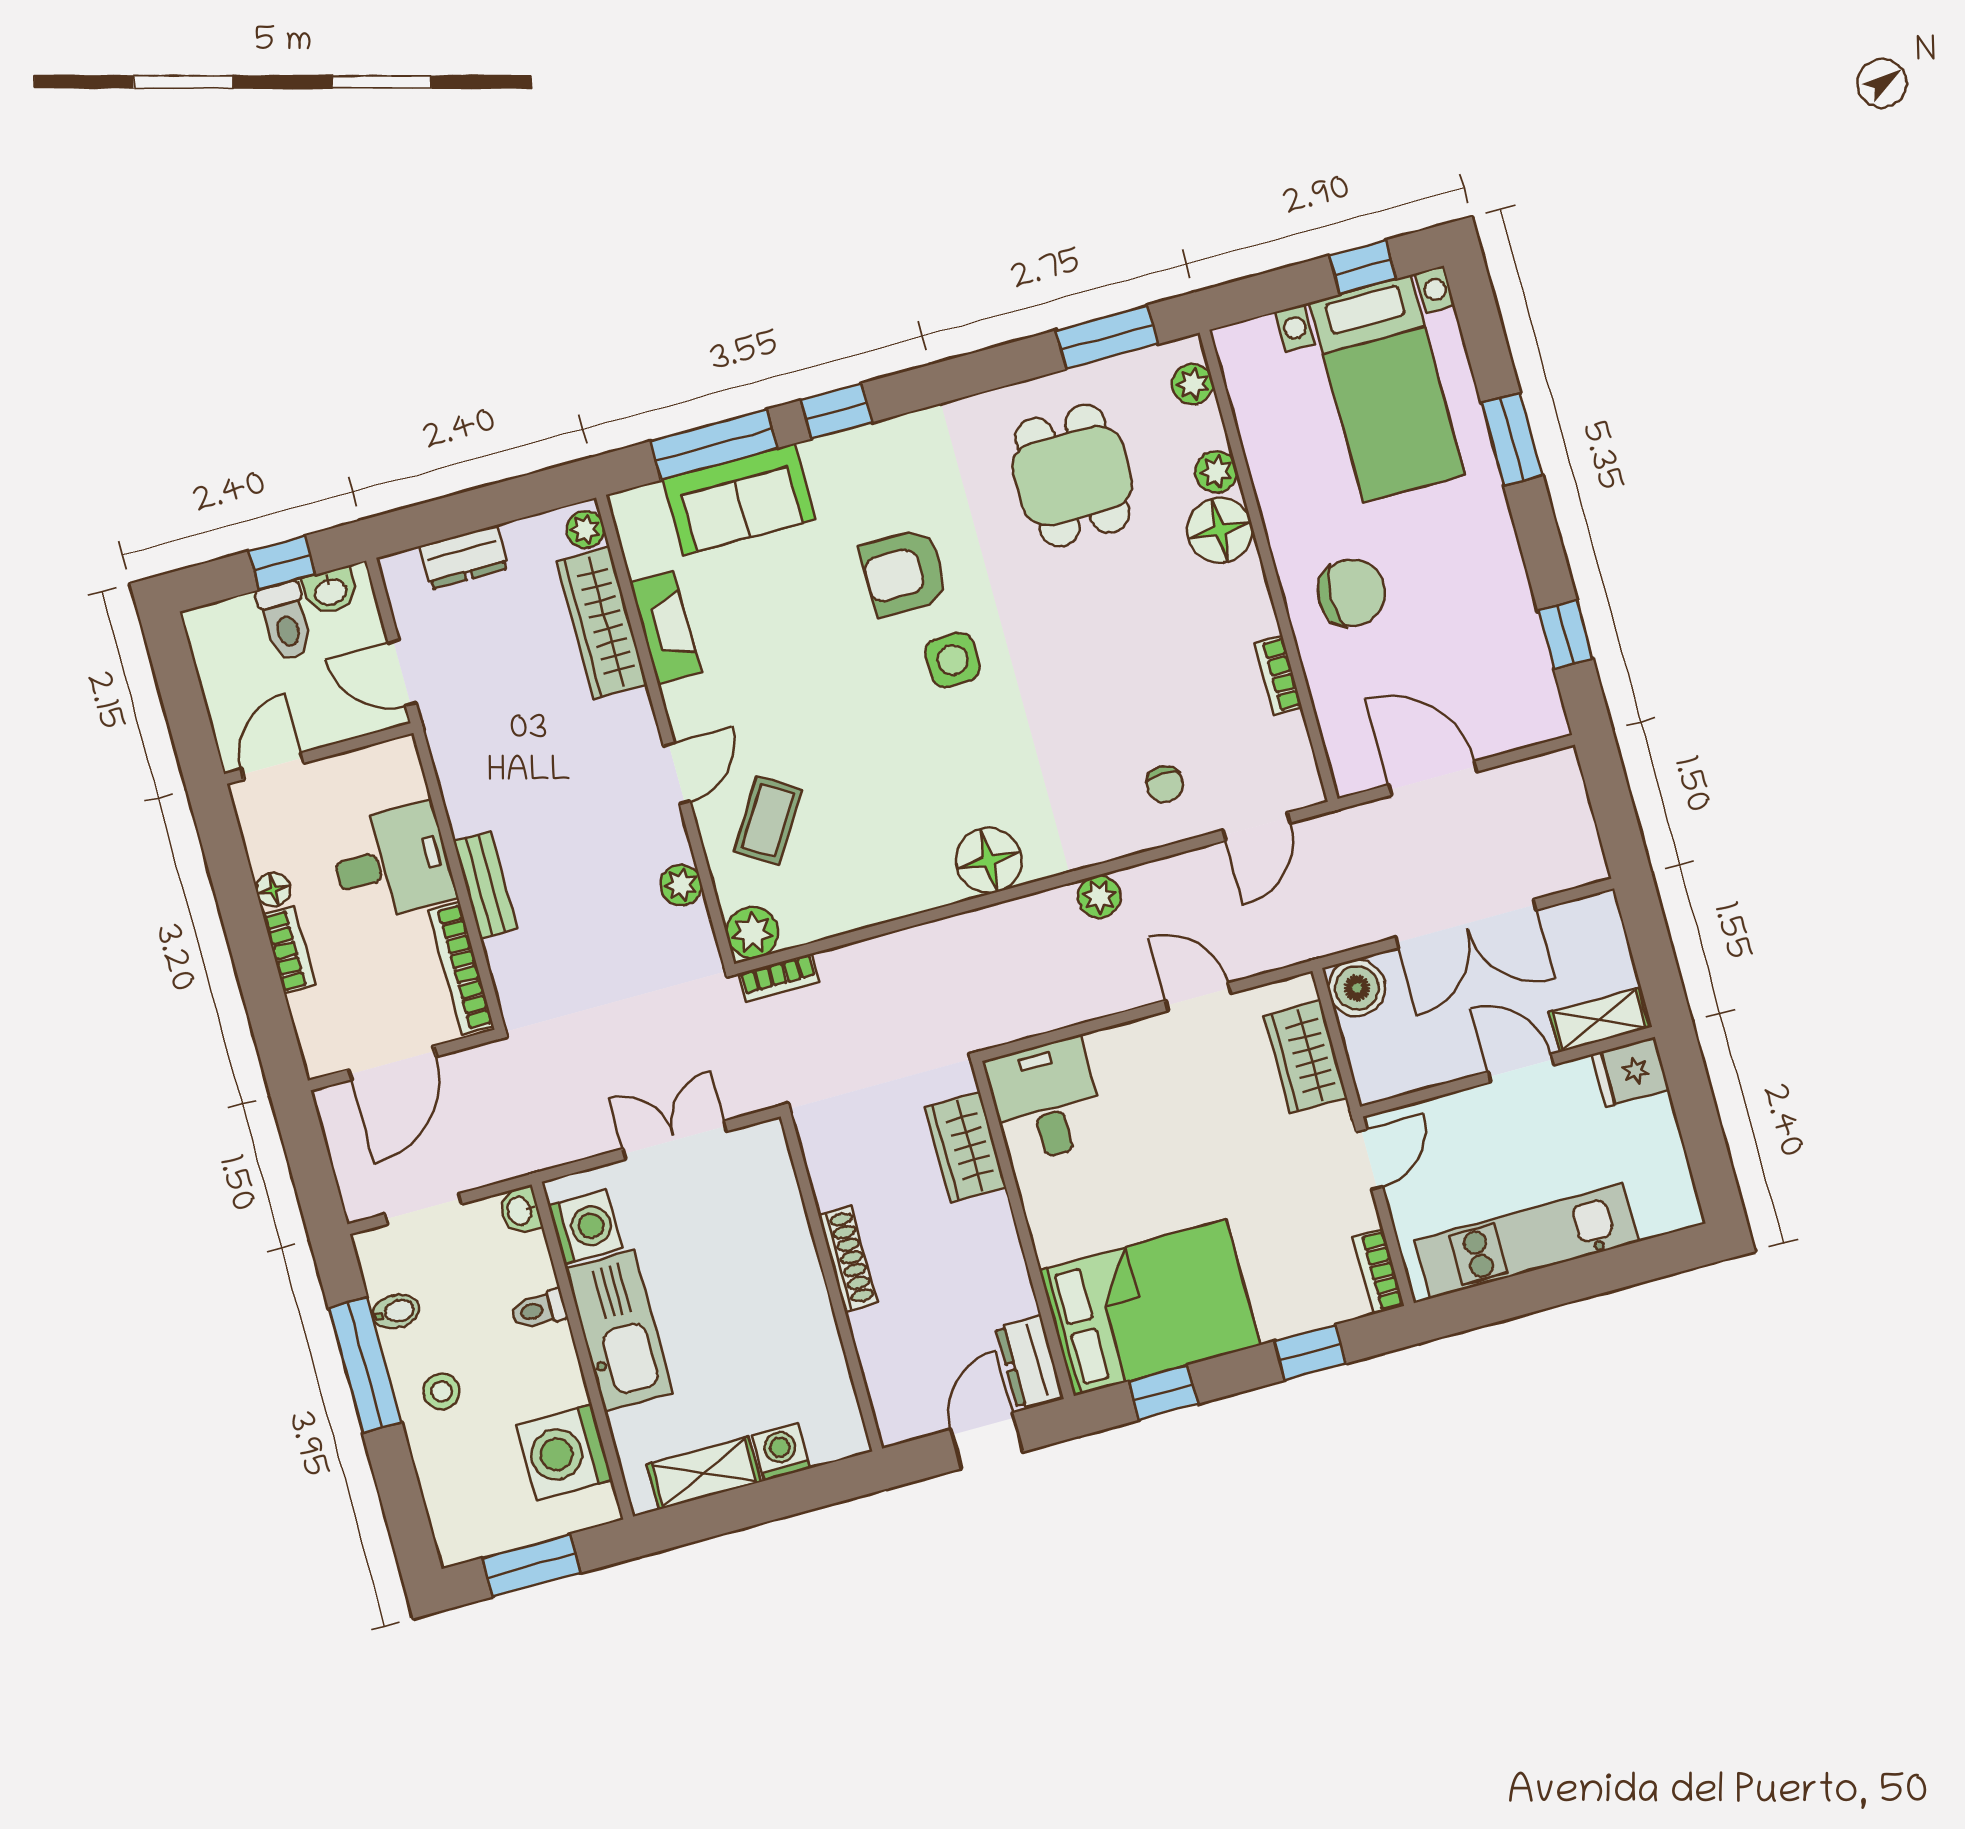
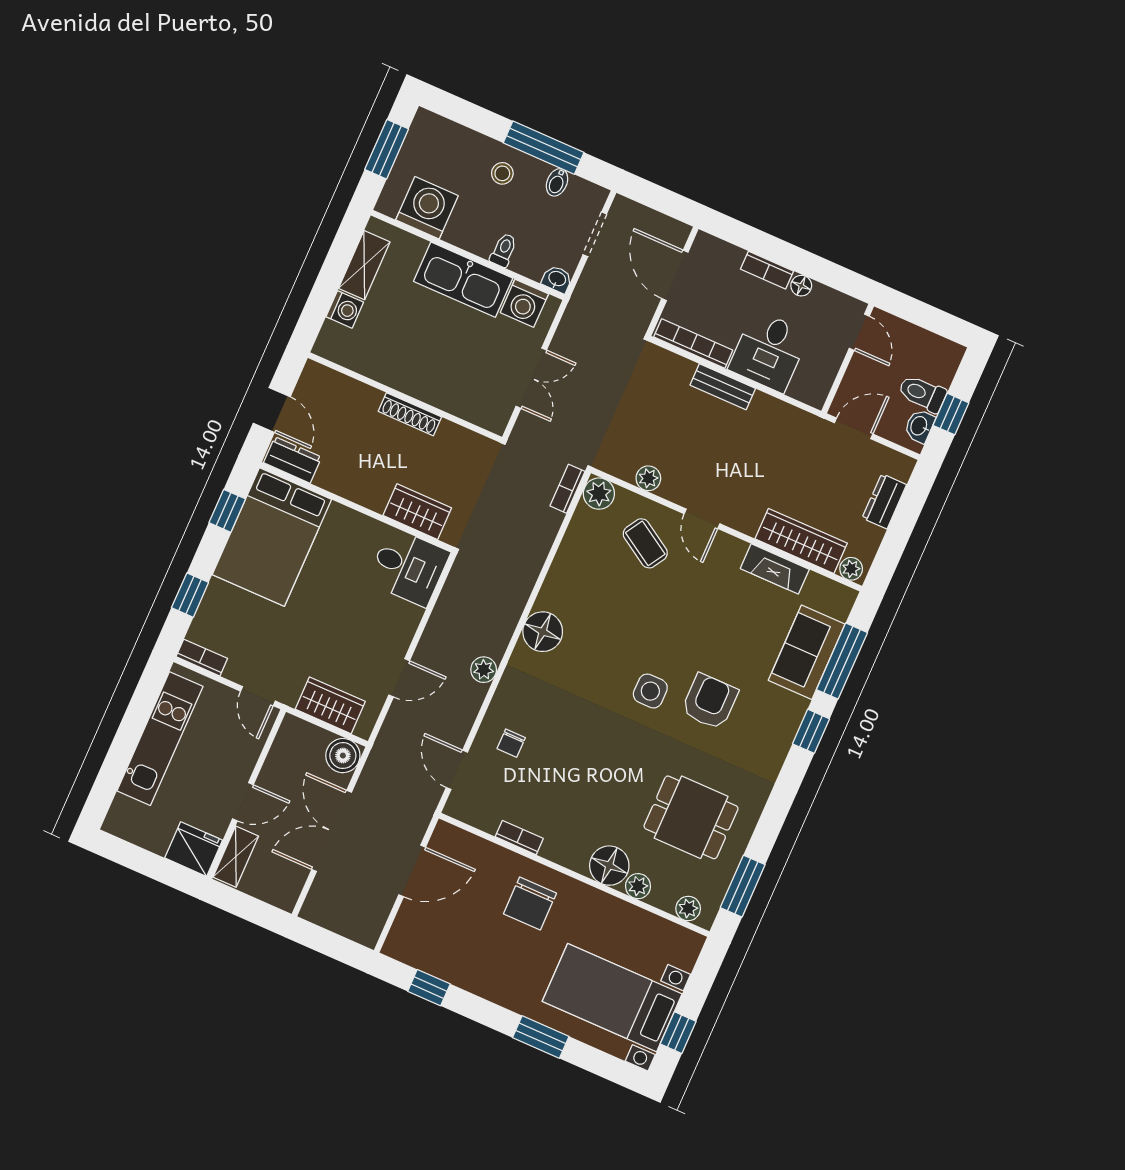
chair: (1165, 785) -> (511, 743), turned -90
fridge: (1630, 1072) -> (194, 849), width x1.38

